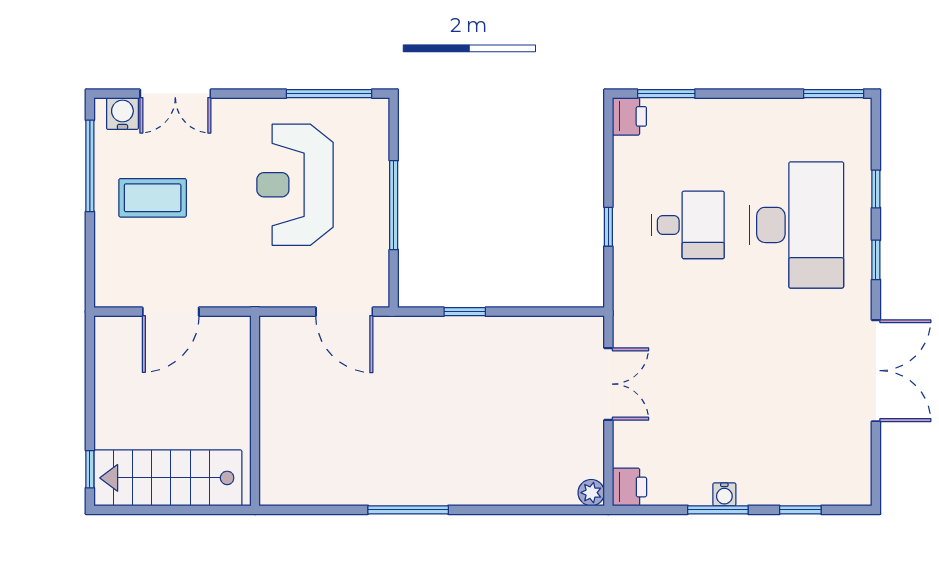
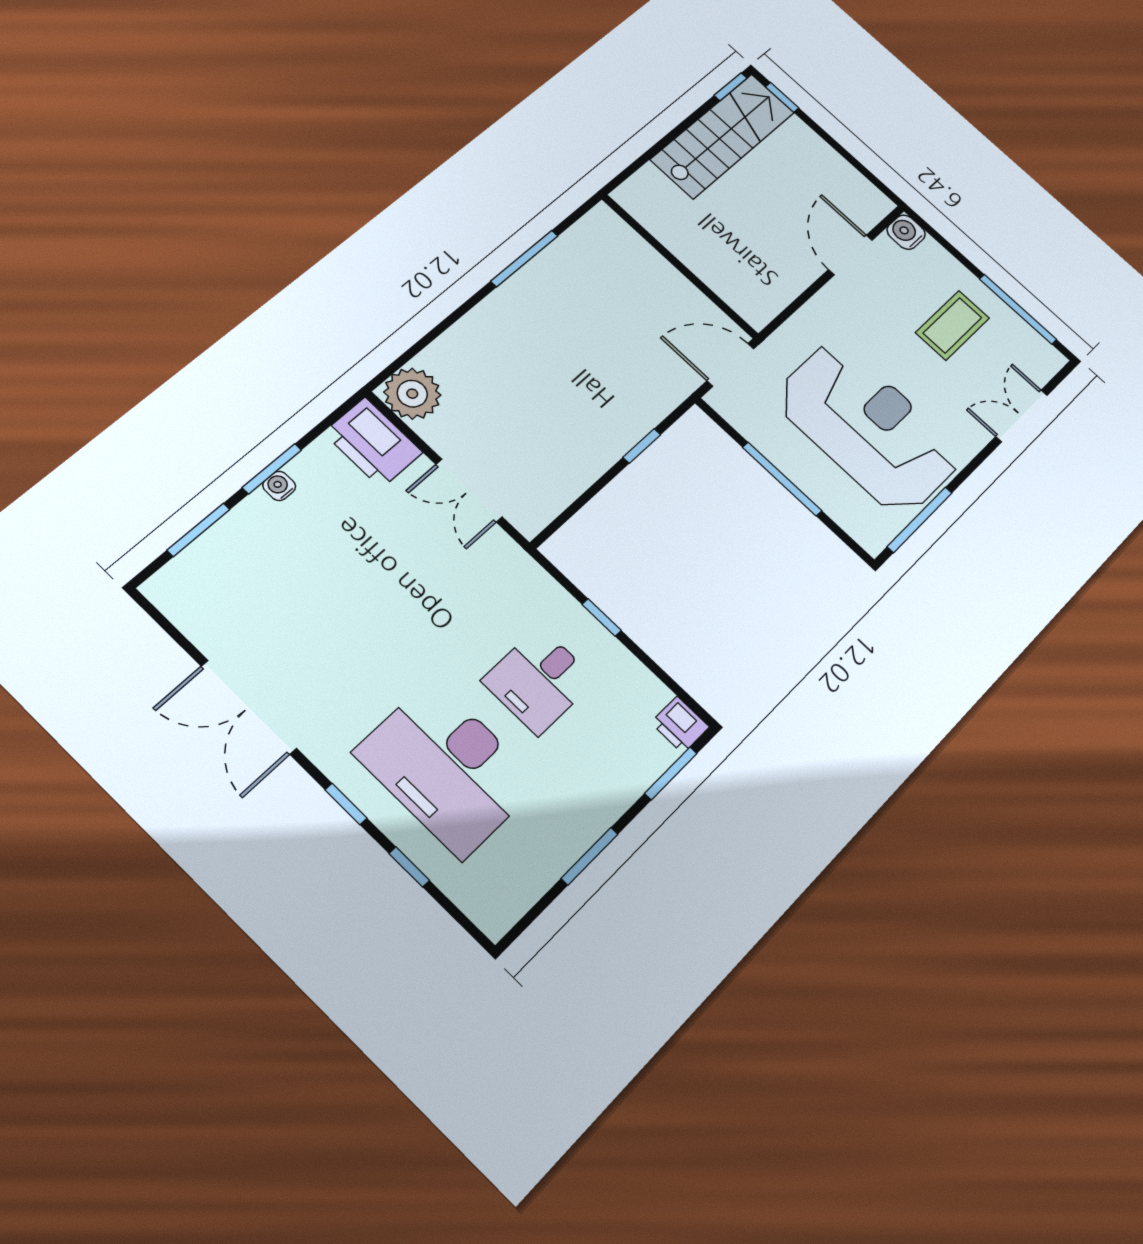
window: (834, 94) -> (590, 856), moved
water cooler: (122, 114) -> (906, 232), moved, turned 180
reception desk: (295, 185) -> (868, 427), width x1.36, depth x1.30
wall: (255, 411) -> (680, 266), moved
printer: (629, 487) -> (373, 442), width x1.87, depth x1.48
plant: (591, 493) -> (412, 394), width x1.87, depth x1.87
window: (121, 510) -> (731, 87), added
window: (800, 510) -> (199, 530), width x1.50

